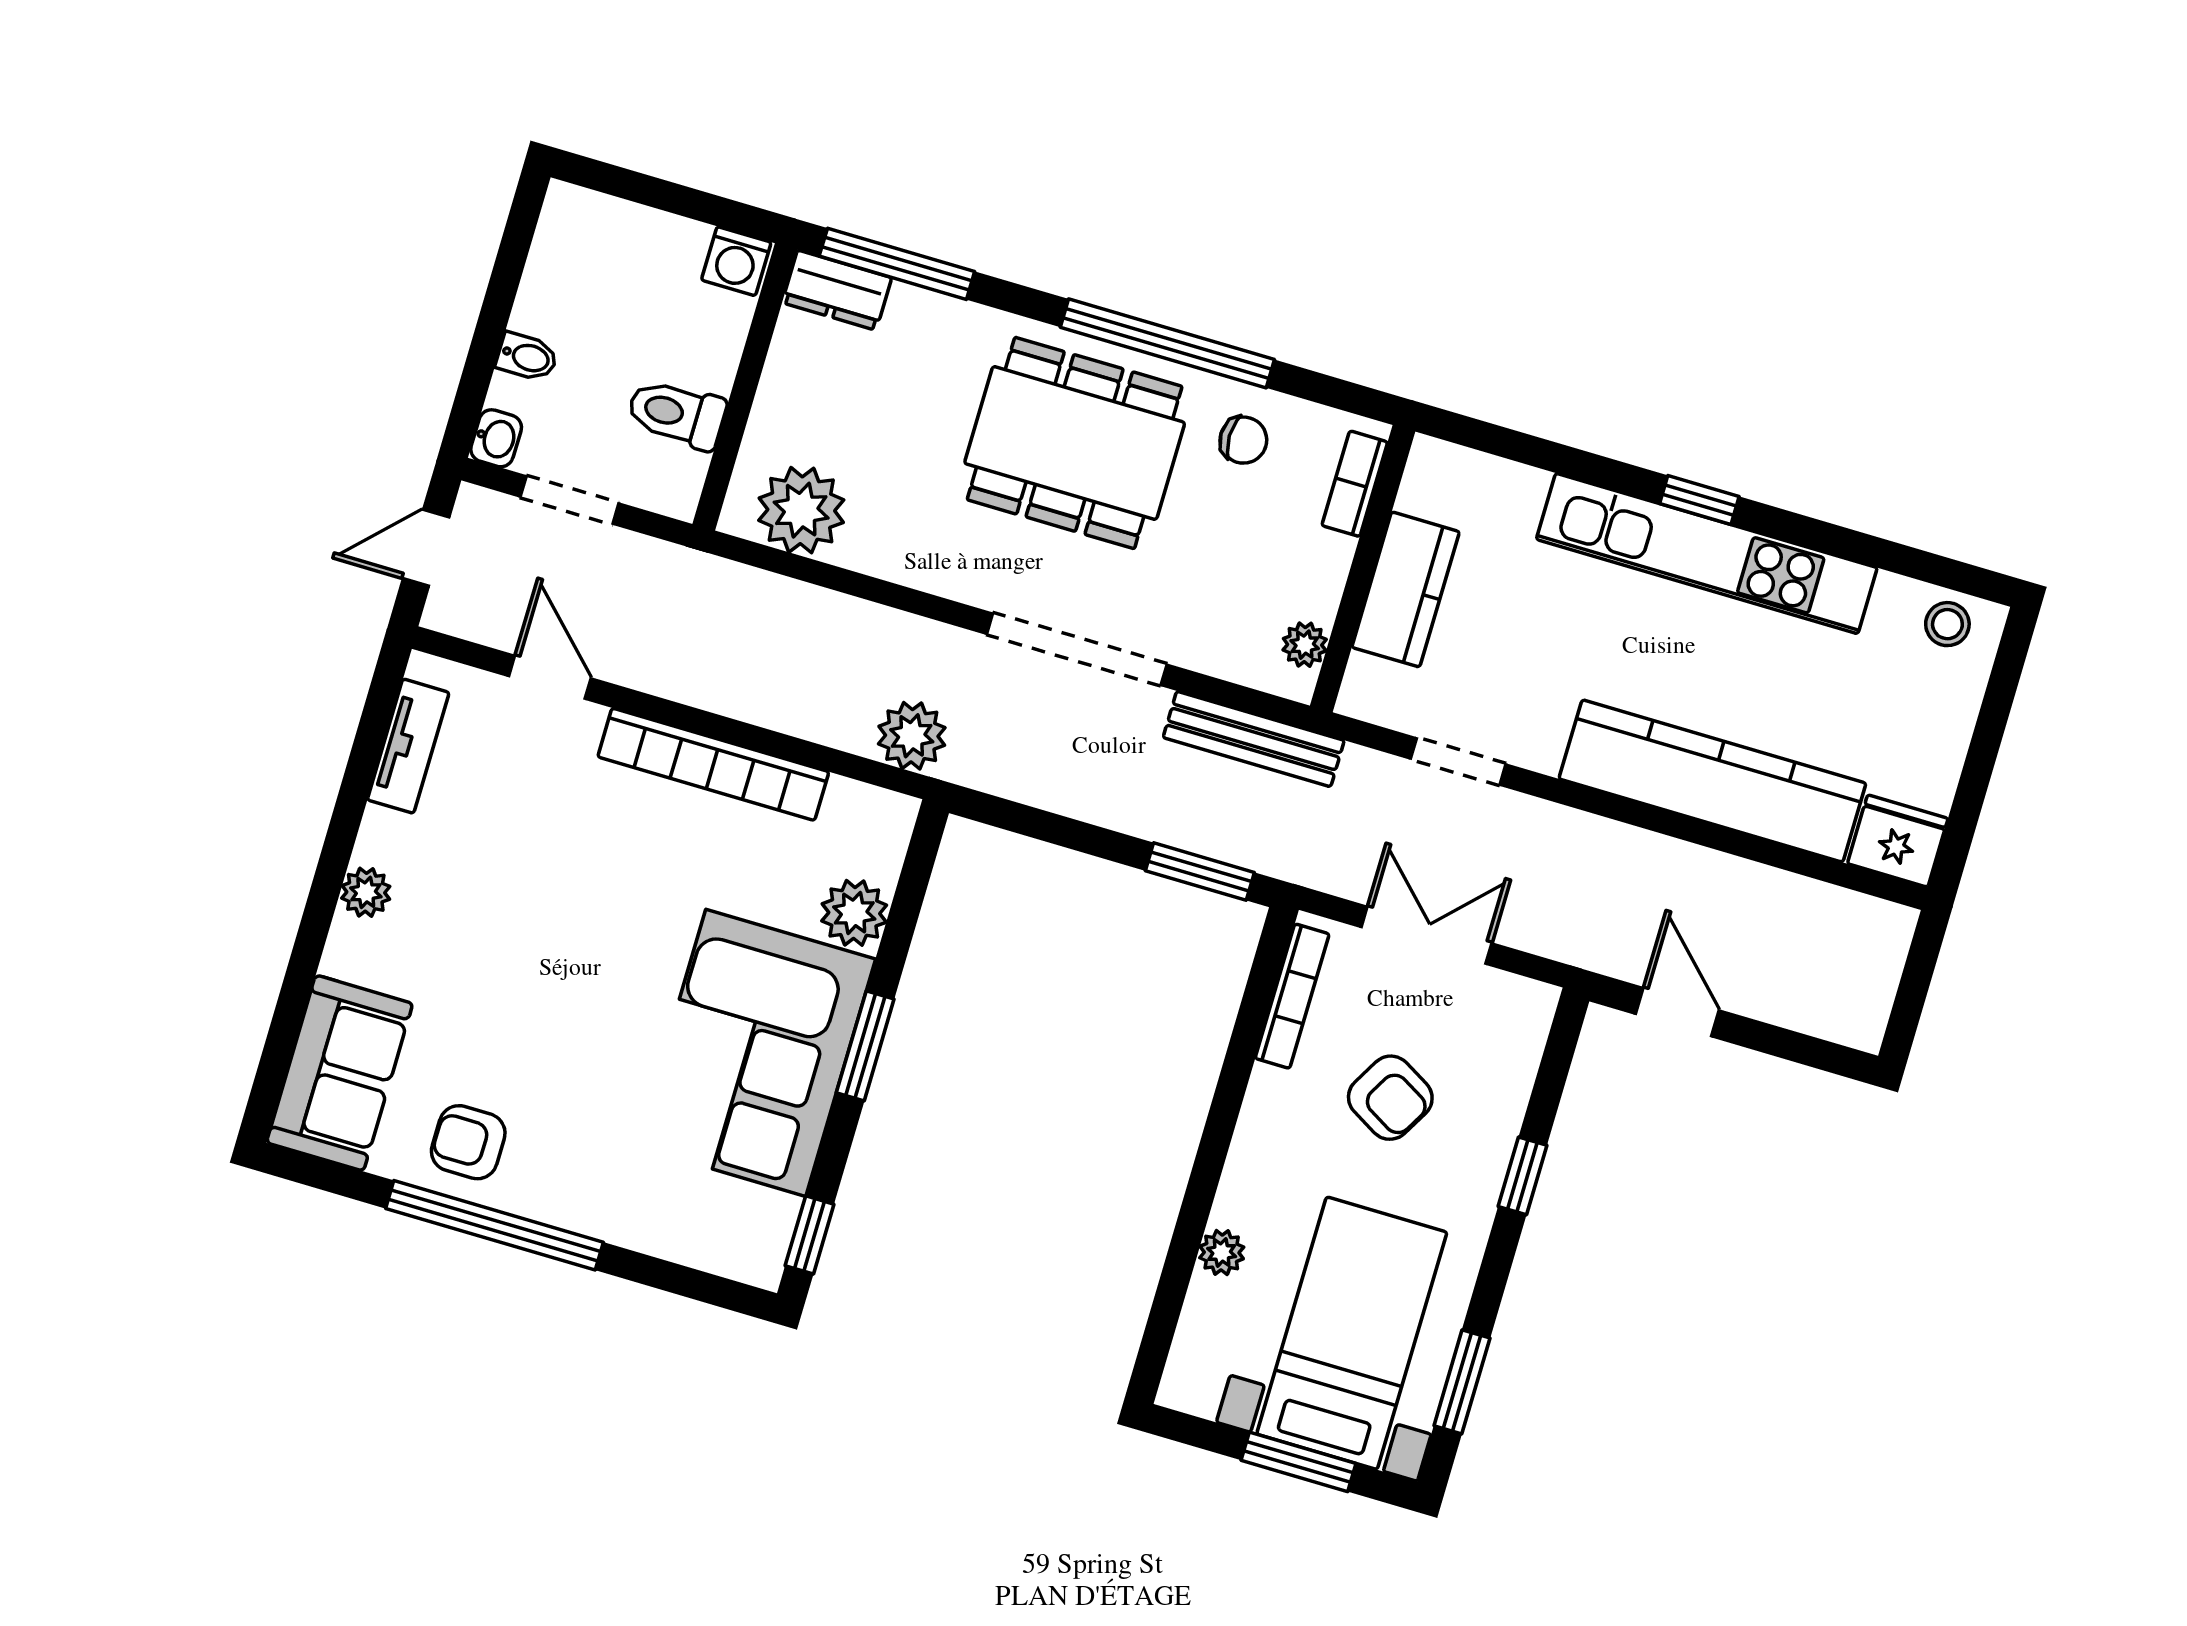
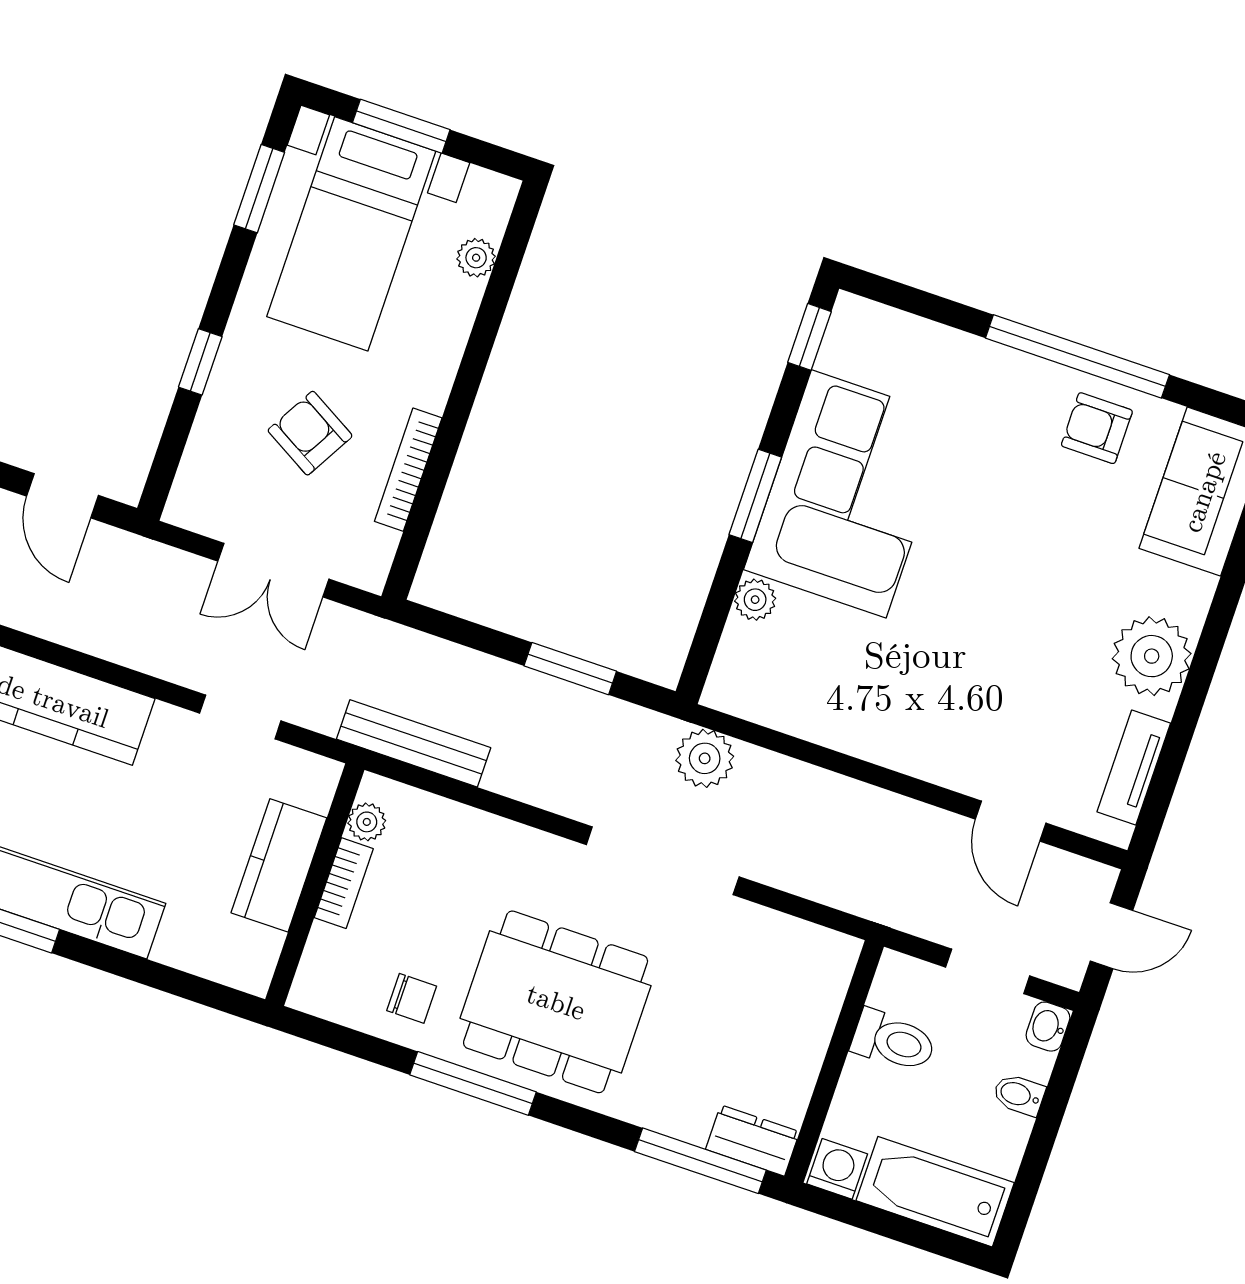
bathtub: (620, 239) -> (935, 1192), added
window: (1167, 343) -> (473, 1083), width x0.68
chair: (1243, 440) -> (412, 998), turned 180
bookcase: (1355, 484) -> (344, 883), moved
plant: (801, 510) -> (791, 954), removed
doorway: (1077, 649) -> (663, 861), moved
bookcase: (713, 764) -> (875, 741), removed
window: (1200, 872) -> (570, 669), moved
plant: (366, 892) -> (1152, 656), width x1.87, depth x1.87
plant: (854, 913) -> (755, 600), width x0.73, depth x0.73
bookcase: (1292, 996) -> (408, 470), moved
armchair: (468, 1142) -> (1097, 428), turned 180
plant: (1222, 1252) -> (476, 258), moved

